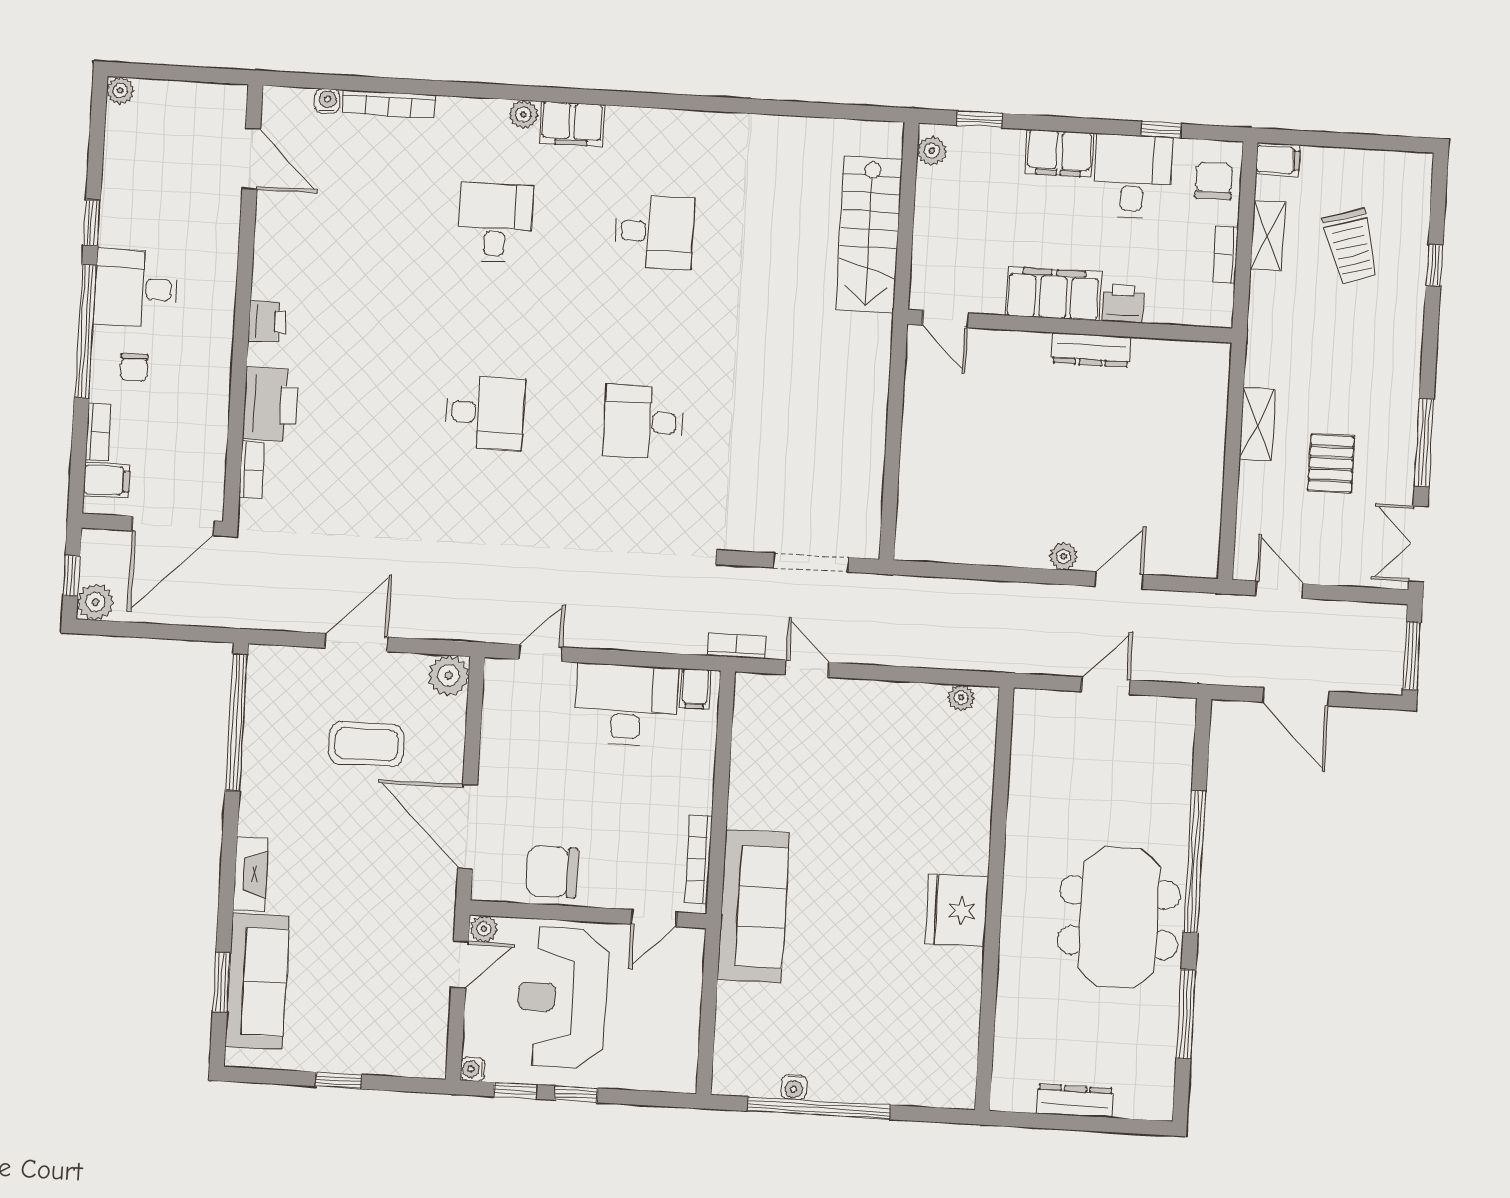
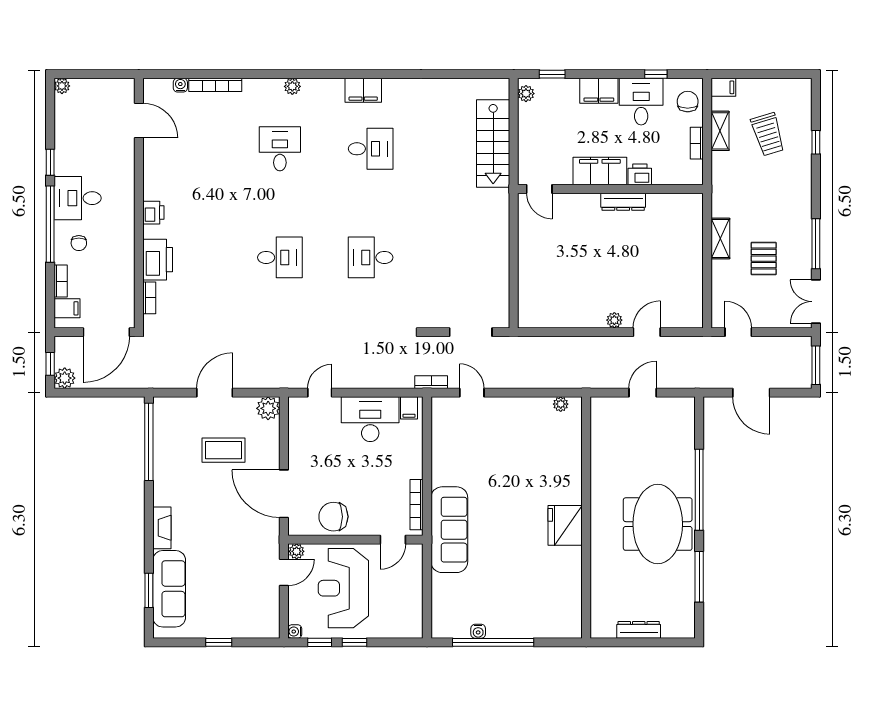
filing cabinet: (572, 124) -> (363, 90), moved

